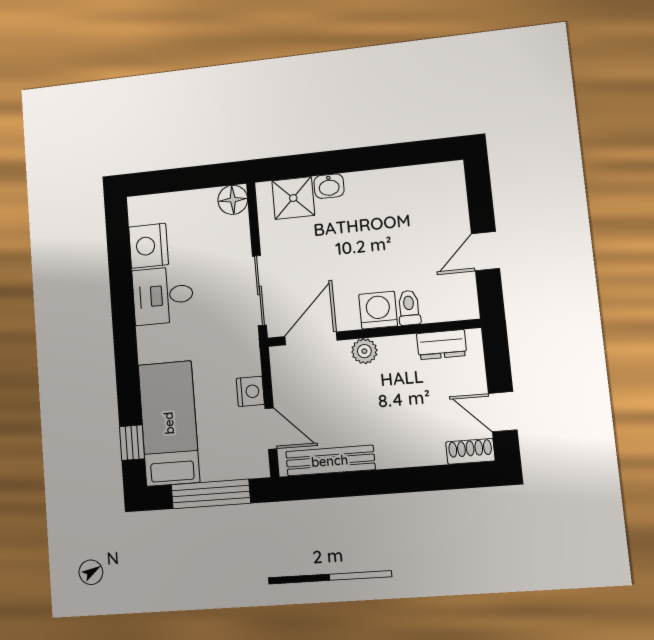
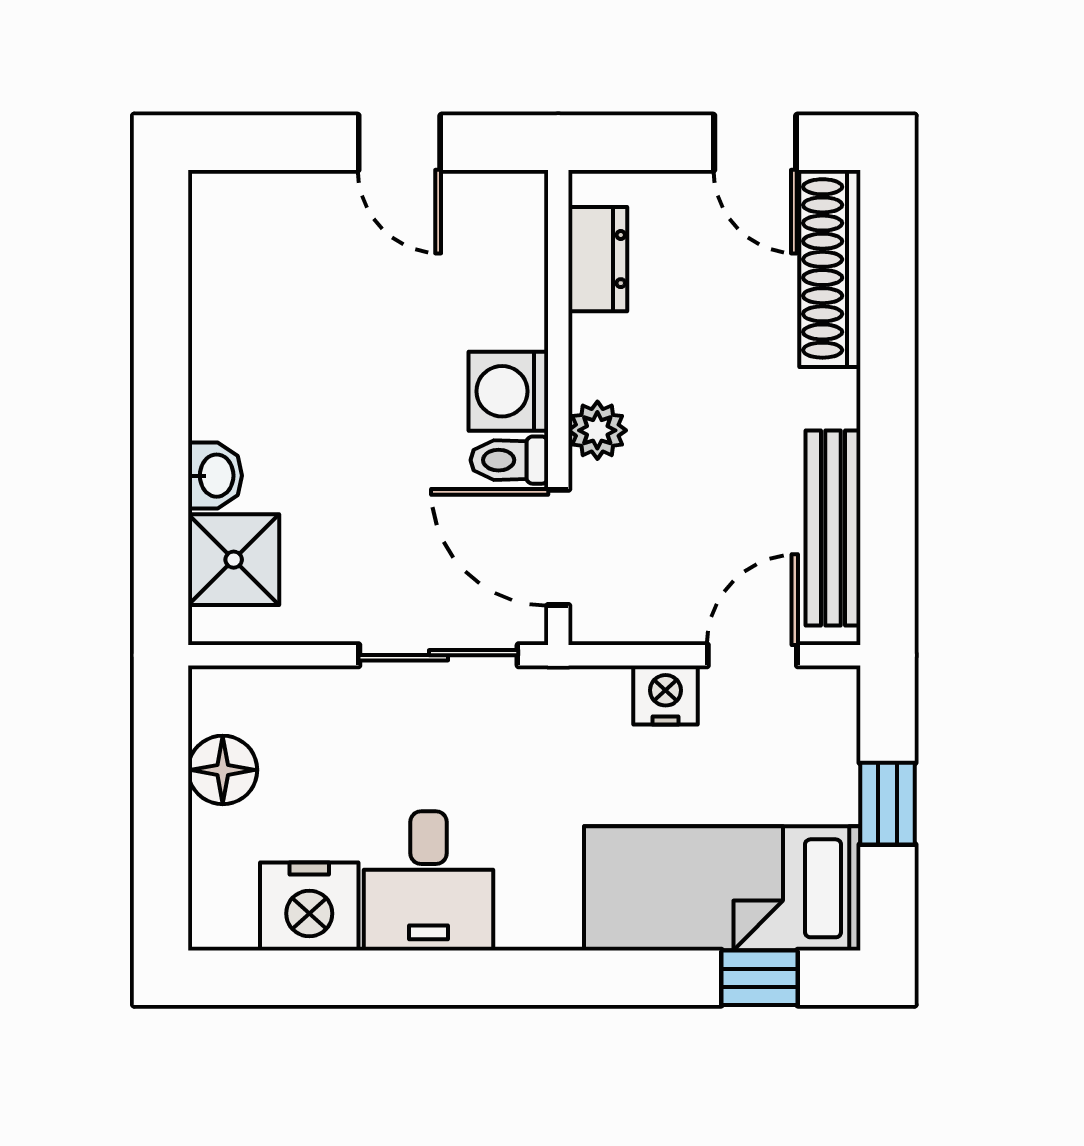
floor lamp: (233, 200) -> (223, 770), moved
toilet: (409, 308) -> (509, 460), moved
door: (503, 412) -> (755, 143), hinge flipped
shoe rack: (470, 451) -> (830, 268), width x1.94, depth x1.24
window: (211, 494) -> (887, 804), width x0.46

